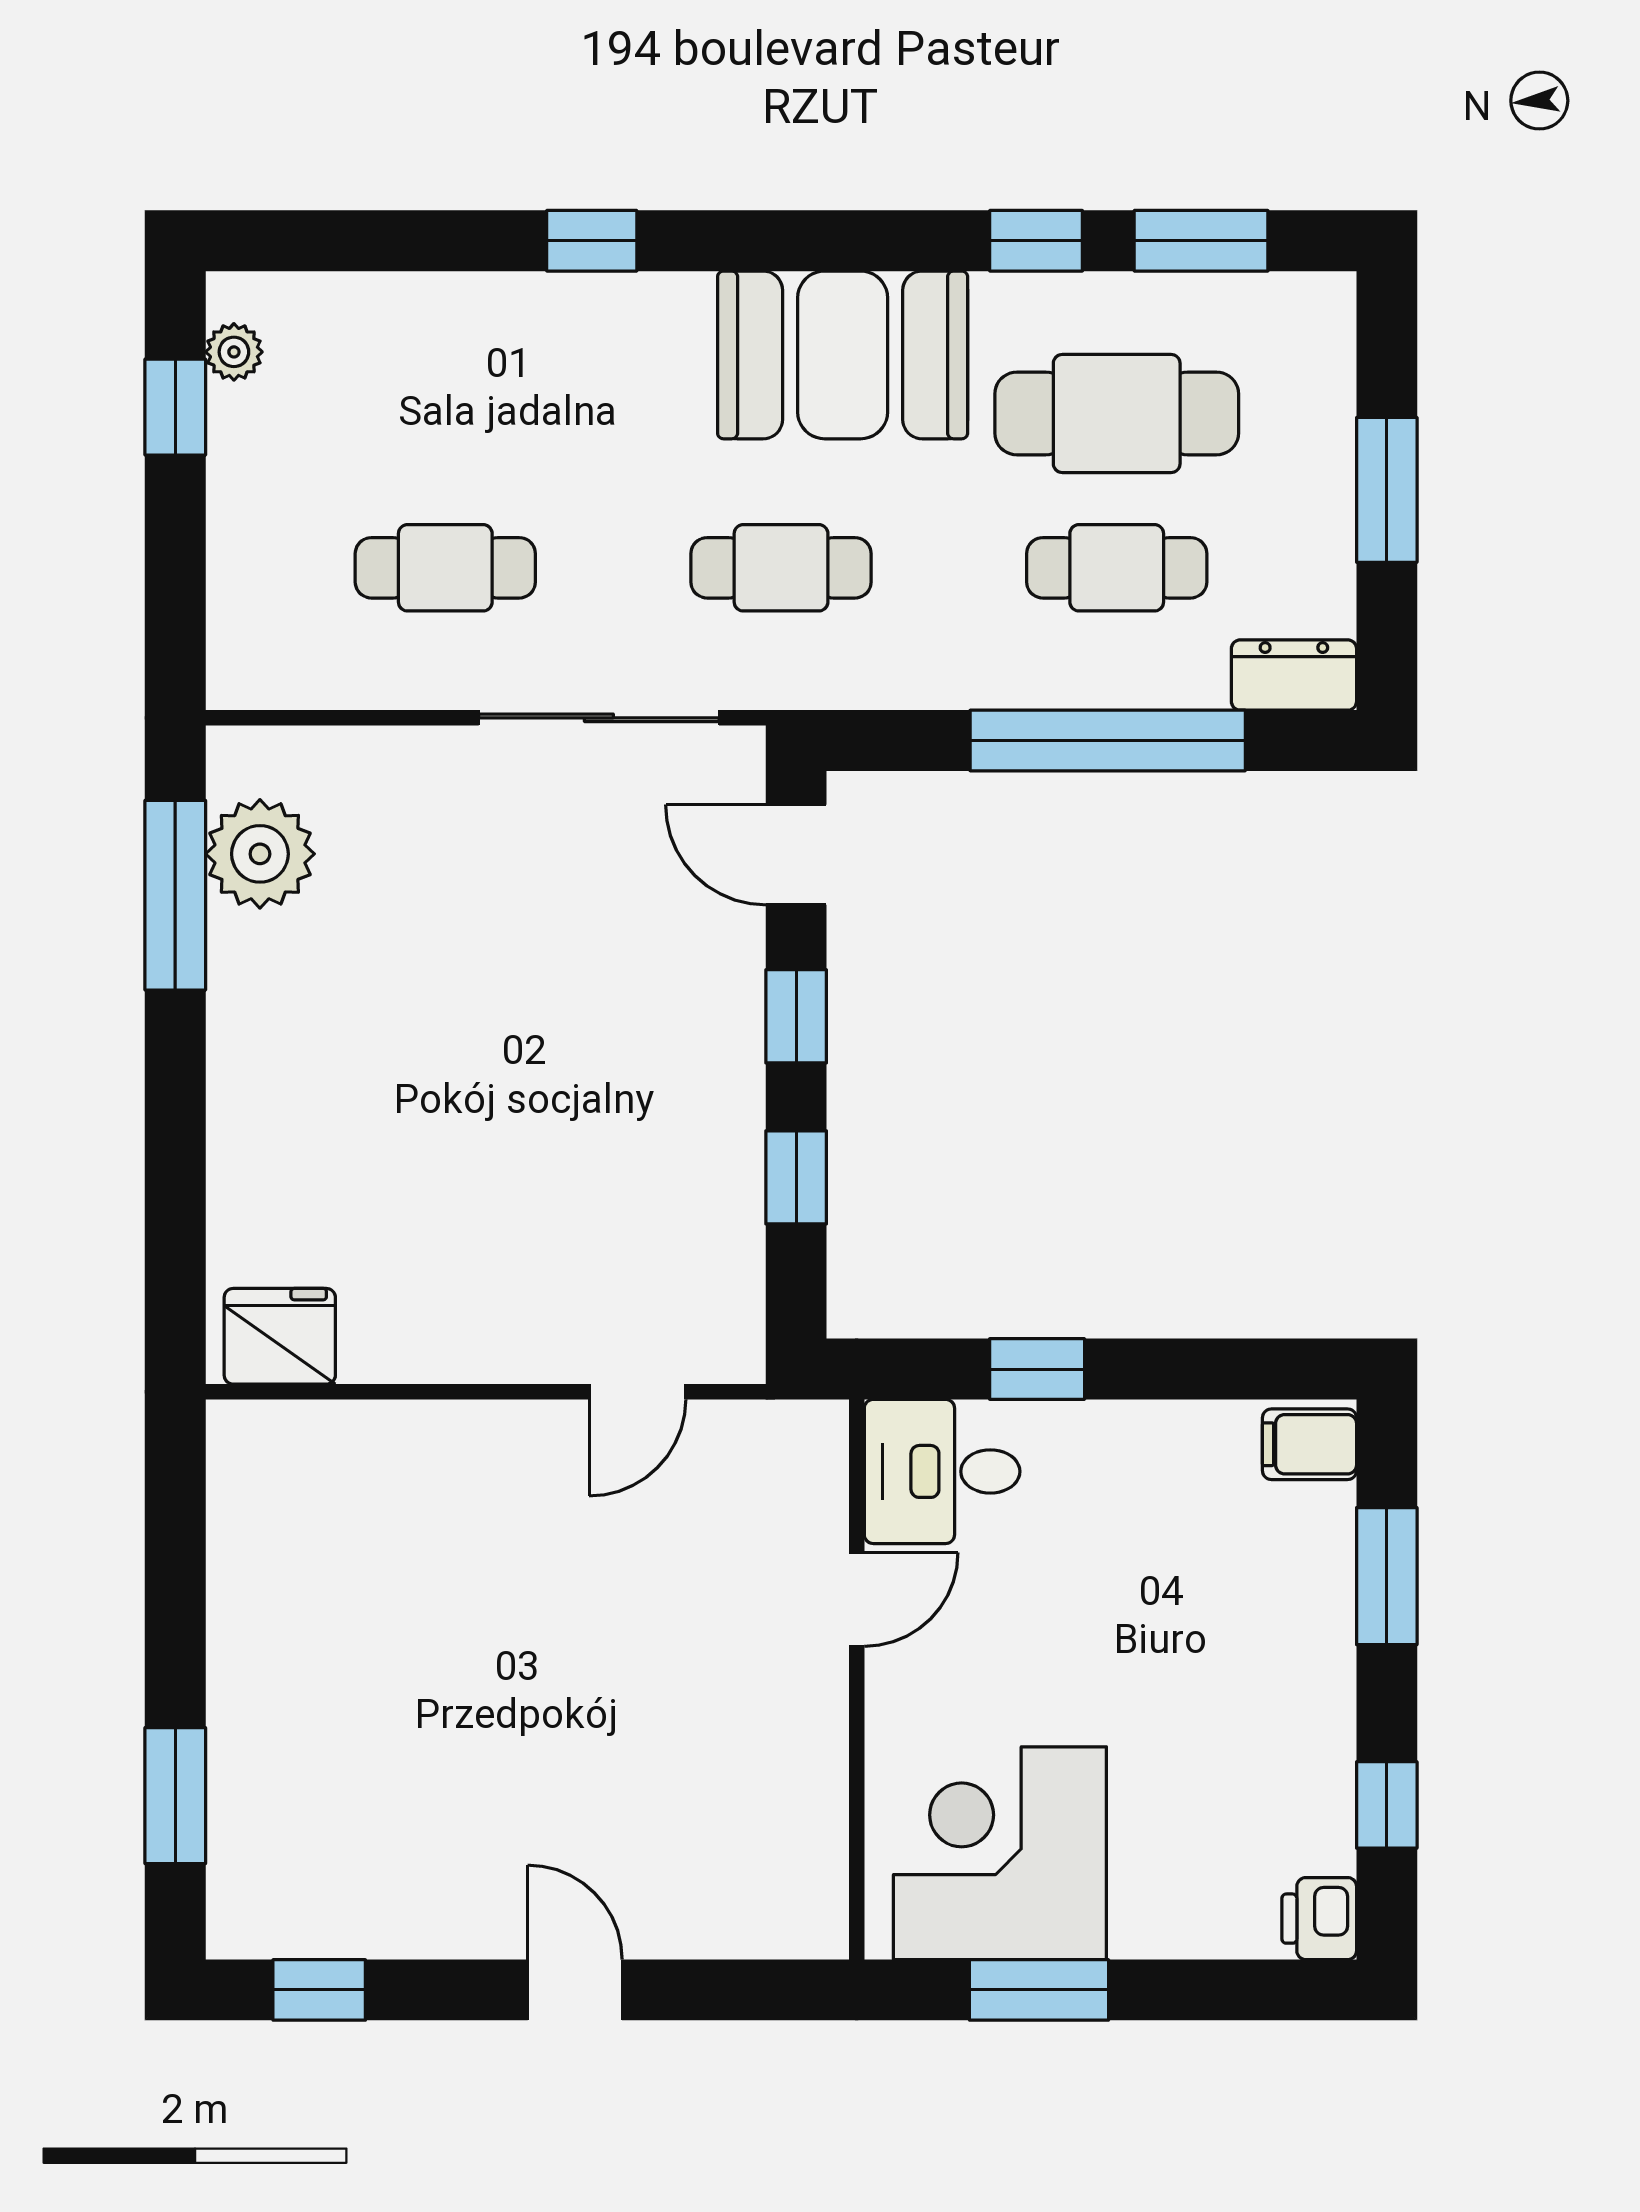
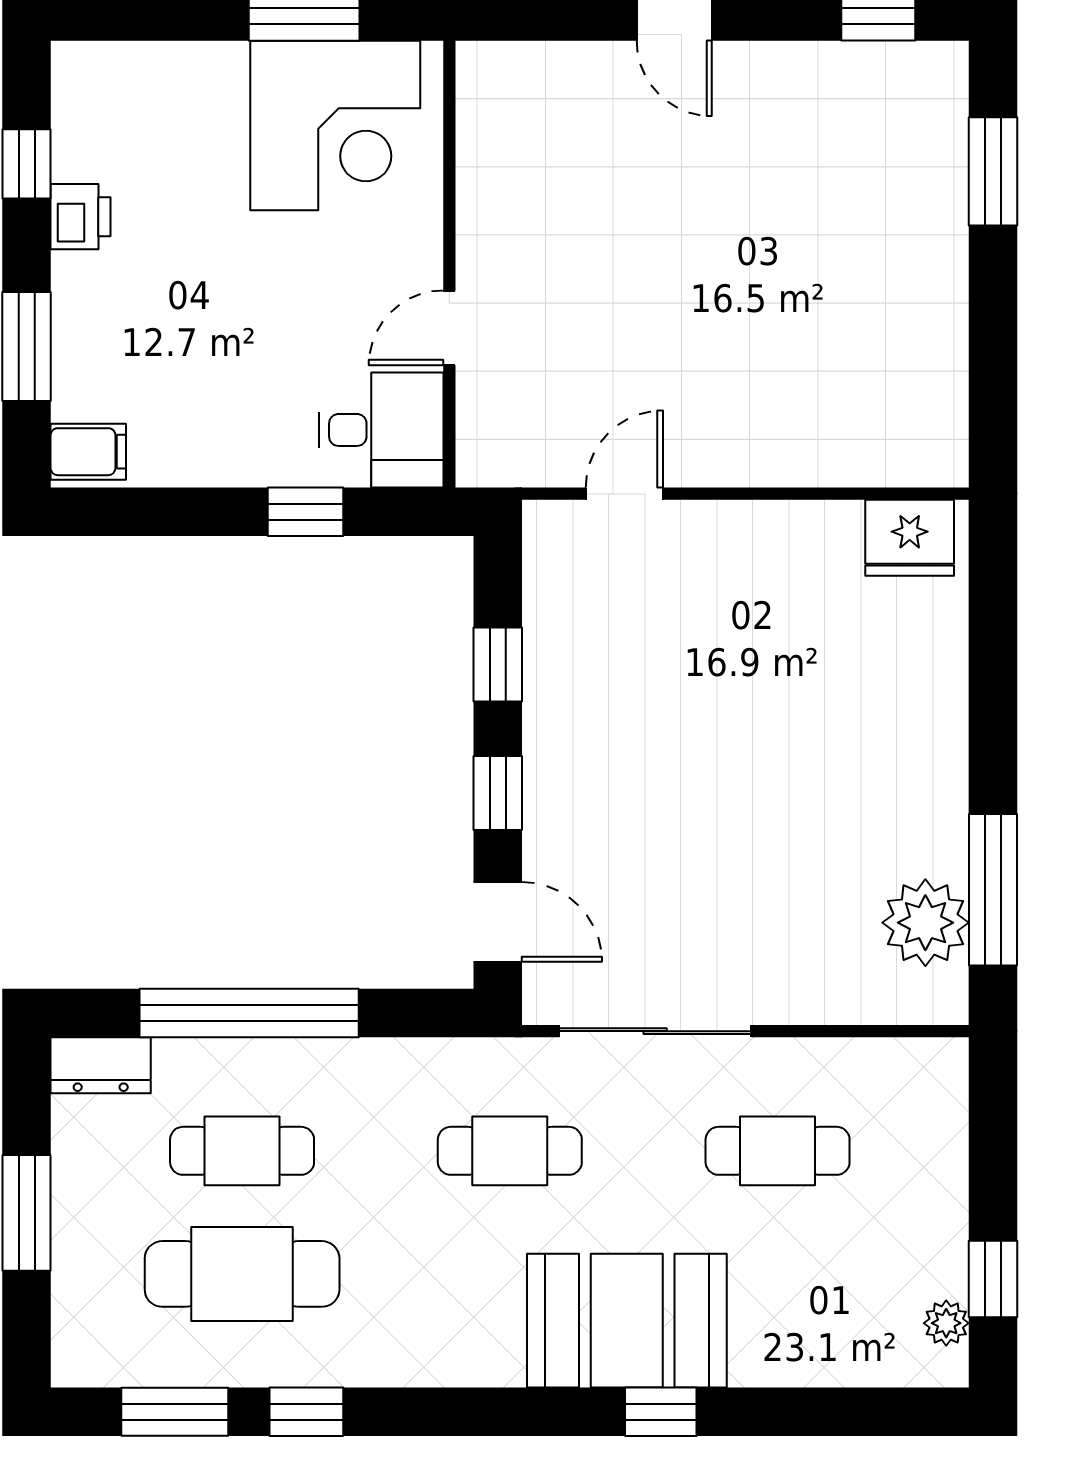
booth: (843, 355) -> (627, 1321), moved
printer: (1319, 1919) -> (81, 217), moved

